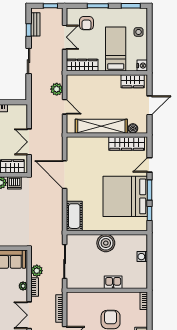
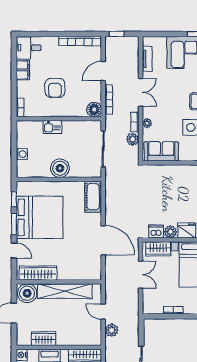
wardrobe: (133, 81) -> (44, 339), moved
boiler: (133, 128) -> (27, 293), width x1.86, depth x1.86
door: (150, 165) -> (14, 251), hinge flipped
floor lamp: (73, 299) -> (94, 110), added

